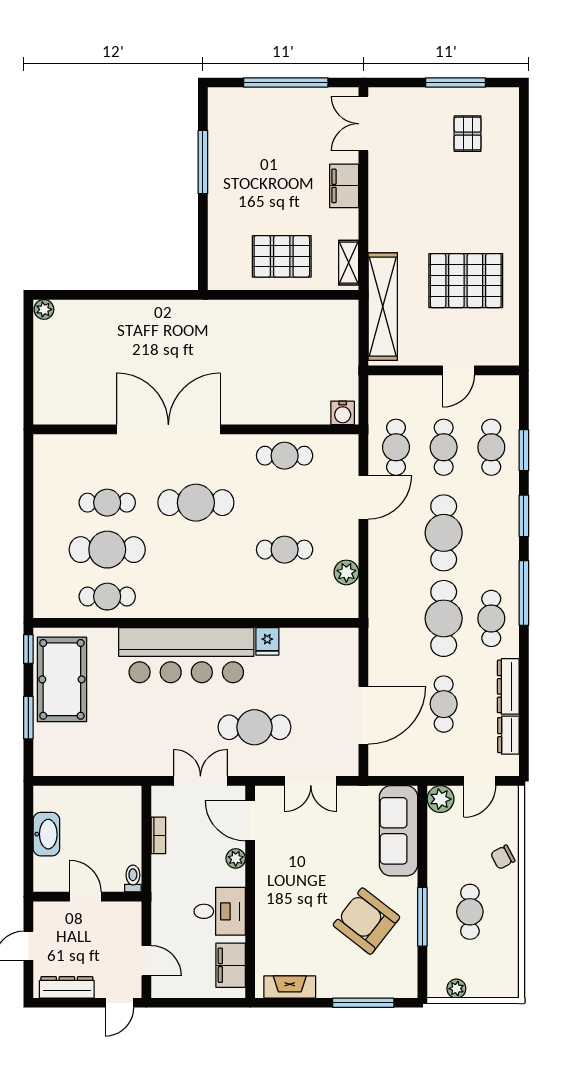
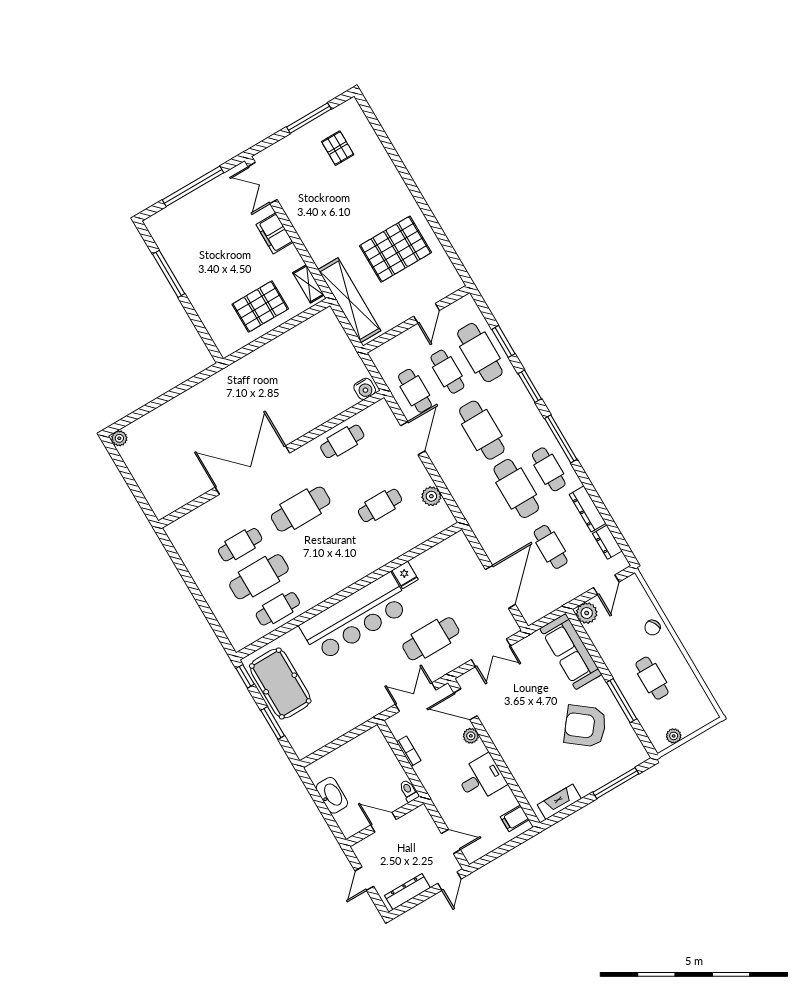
cafe table: (491, 447) -> (480, 353), width x1.37, depth x1.35
filing cabinet: (231, 965) -> (515, 818), width x0.50

